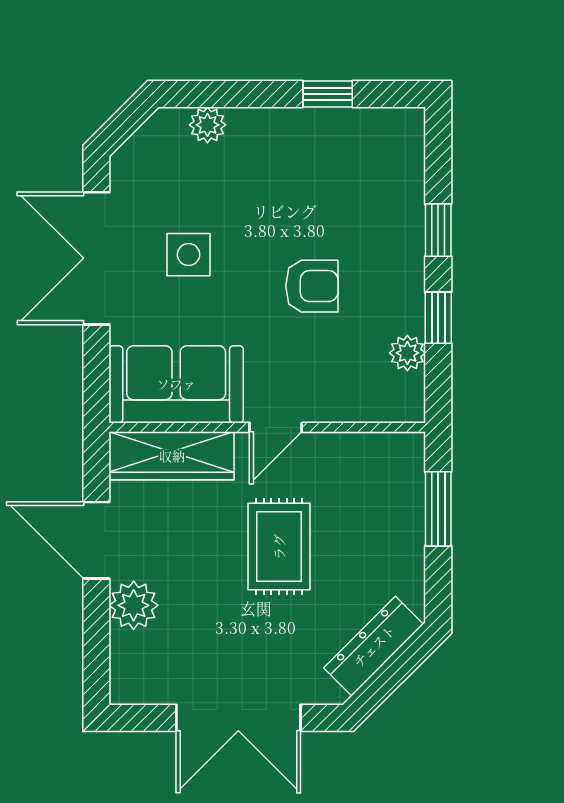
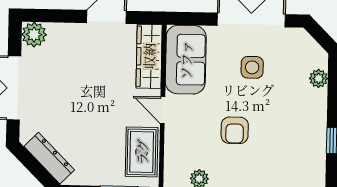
rug: (279, 547) -> (142, 152), moved, turned 90
plant: (134, 605) -> (34, 35), moved

